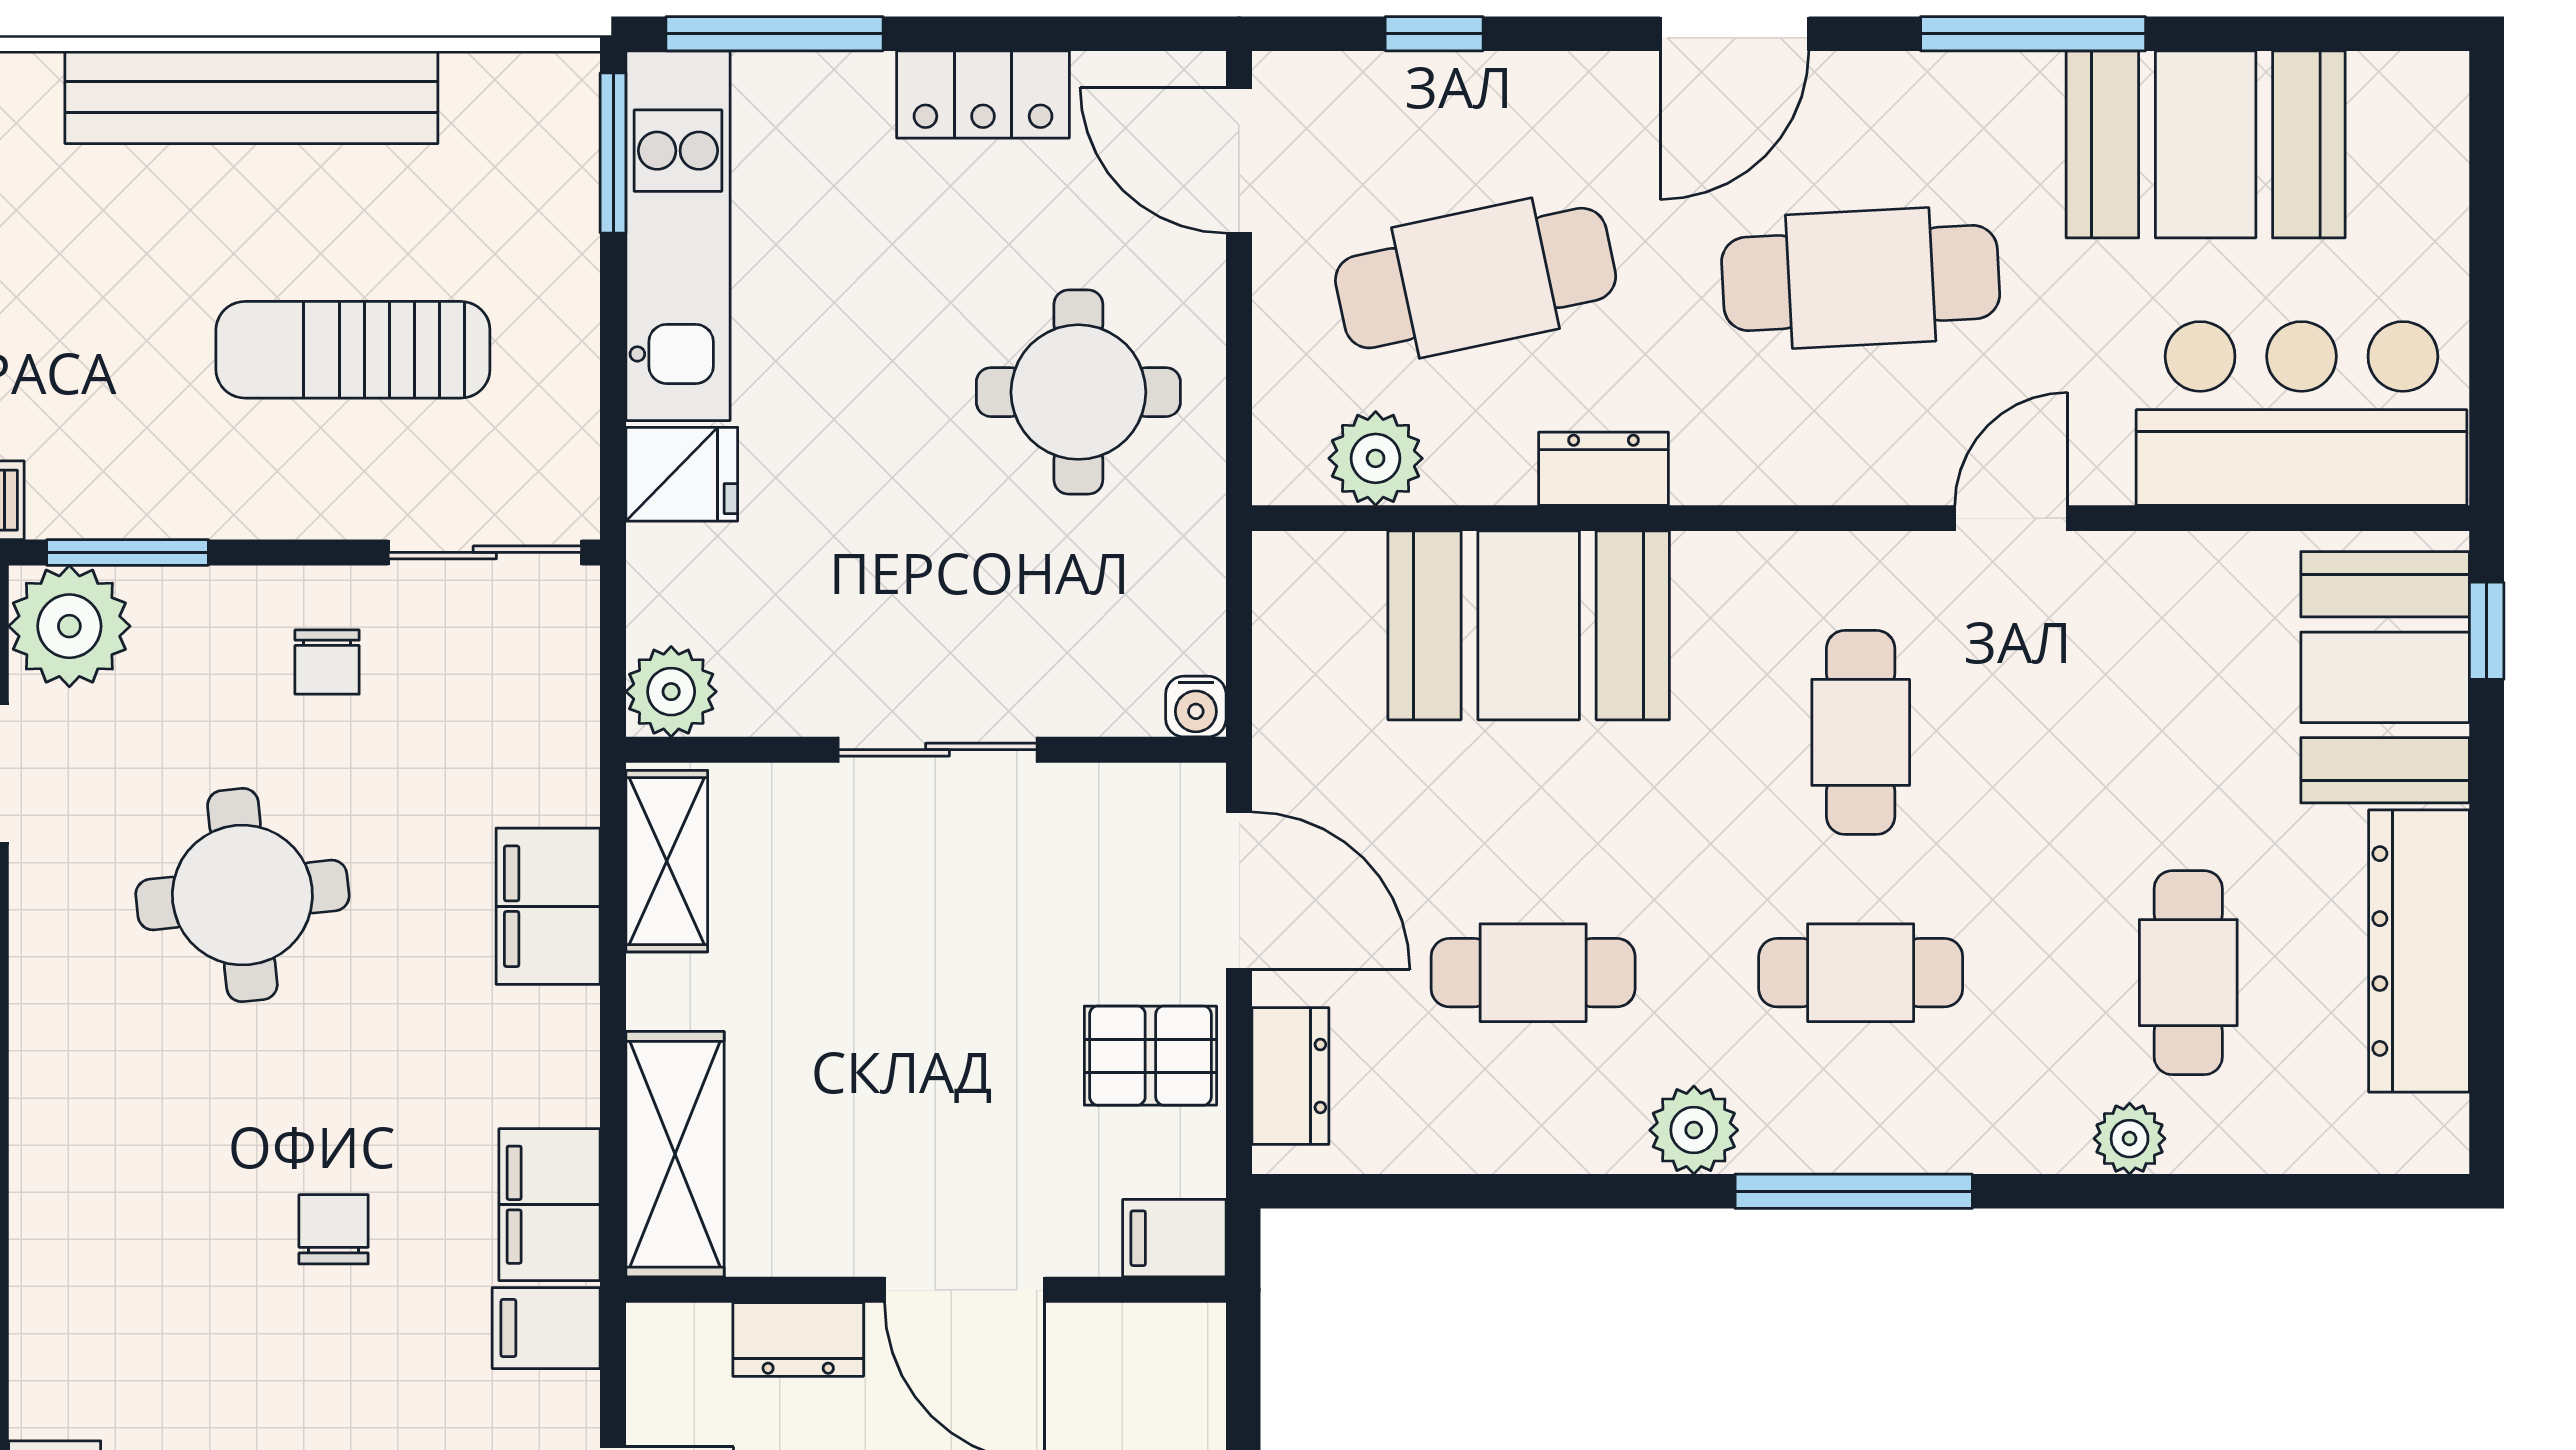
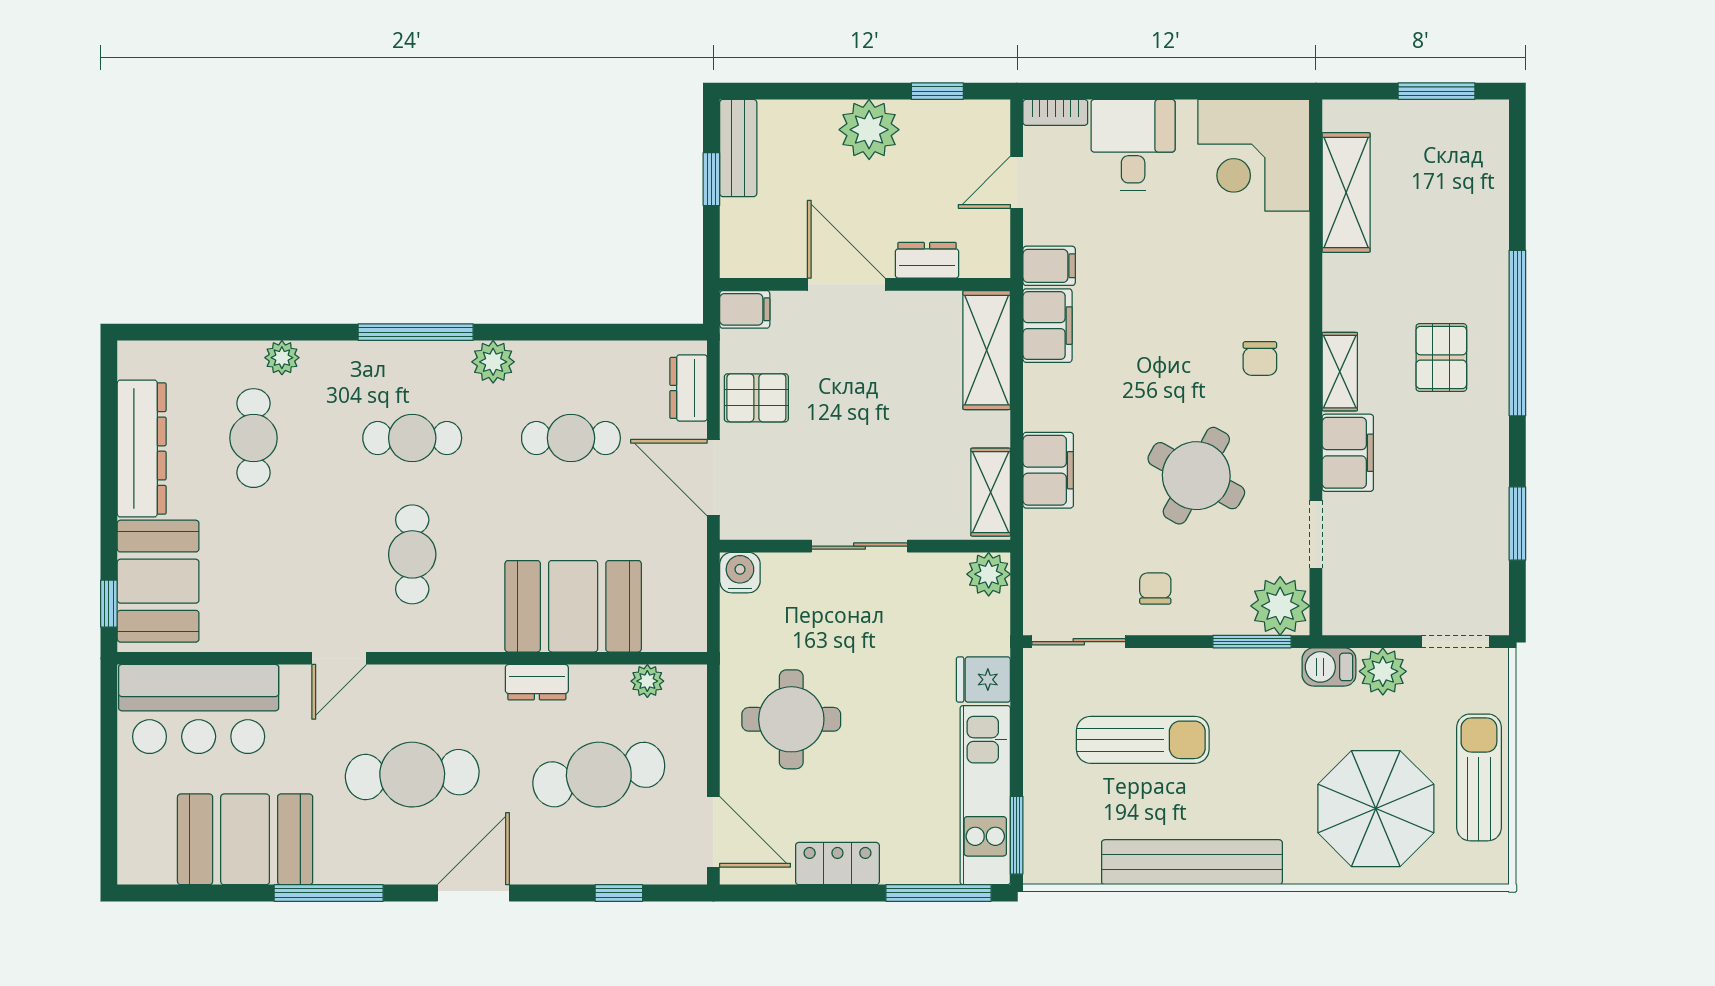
plant: (1376, 458) -> (647, 681), width x0.73, depth x0.73
water cooler: (1196, 707) -> (740, 573), width x1.38, depth x1.38
round table: (242, 895) -> (1196, 476), turned 35
chair: (334, 1229) -> (1260, 359), moved

